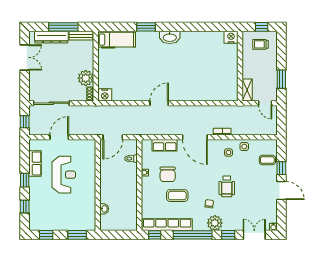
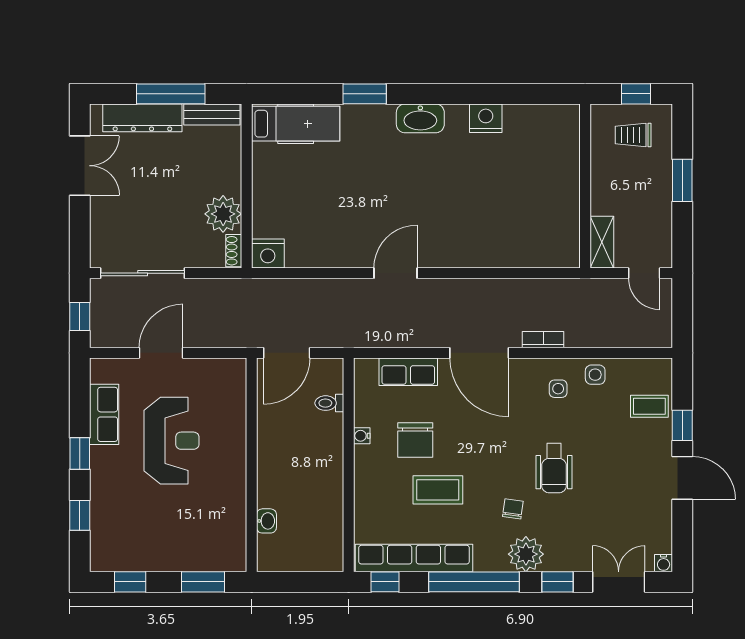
nightstand: (231, 37) -> (486, 118), moved
window: (281, 79) -> (682, 180), moved

